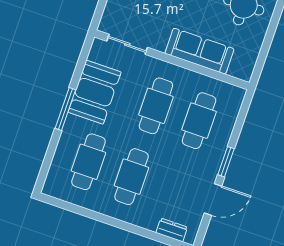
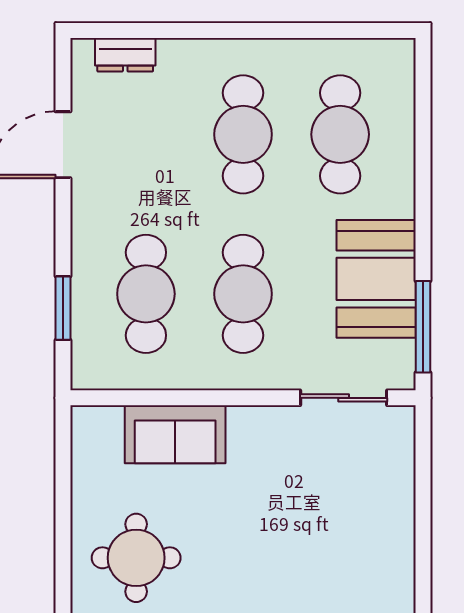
sofa: (199, 51) -> (175, 434), width x0.73
window: (65, 109) -> (423, 327), moved
window: (226, 162) -> (63, 308), moved

